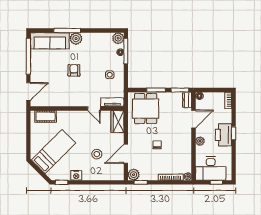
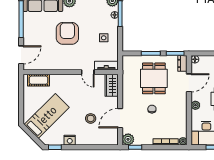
armchair: (74, 70) -> (67, 33), width x1.88, depth x1.88
dining table: (146, 109) -> (154, 78), moved

